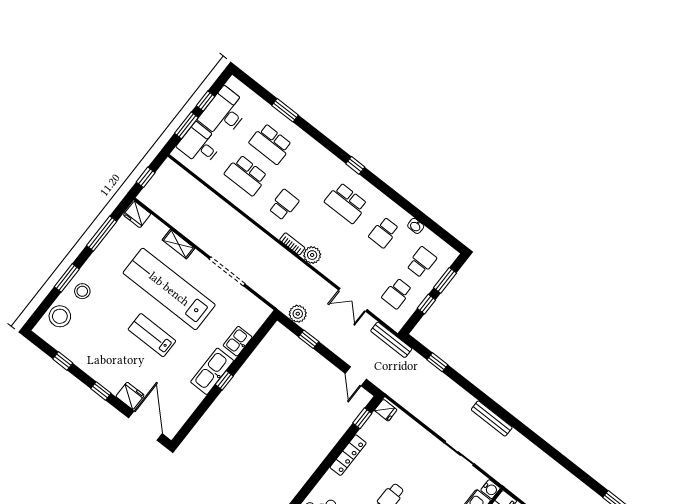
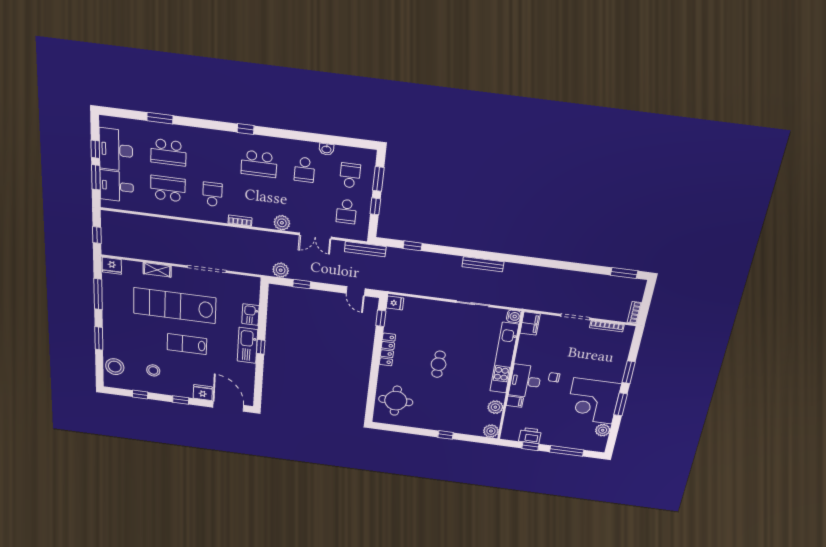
school desk: (246, 175) -> (168, 189), turned 180
plant: (312, 255) -> (282, 223), moved
stool: (82, 291) -> (153, 370), moved

